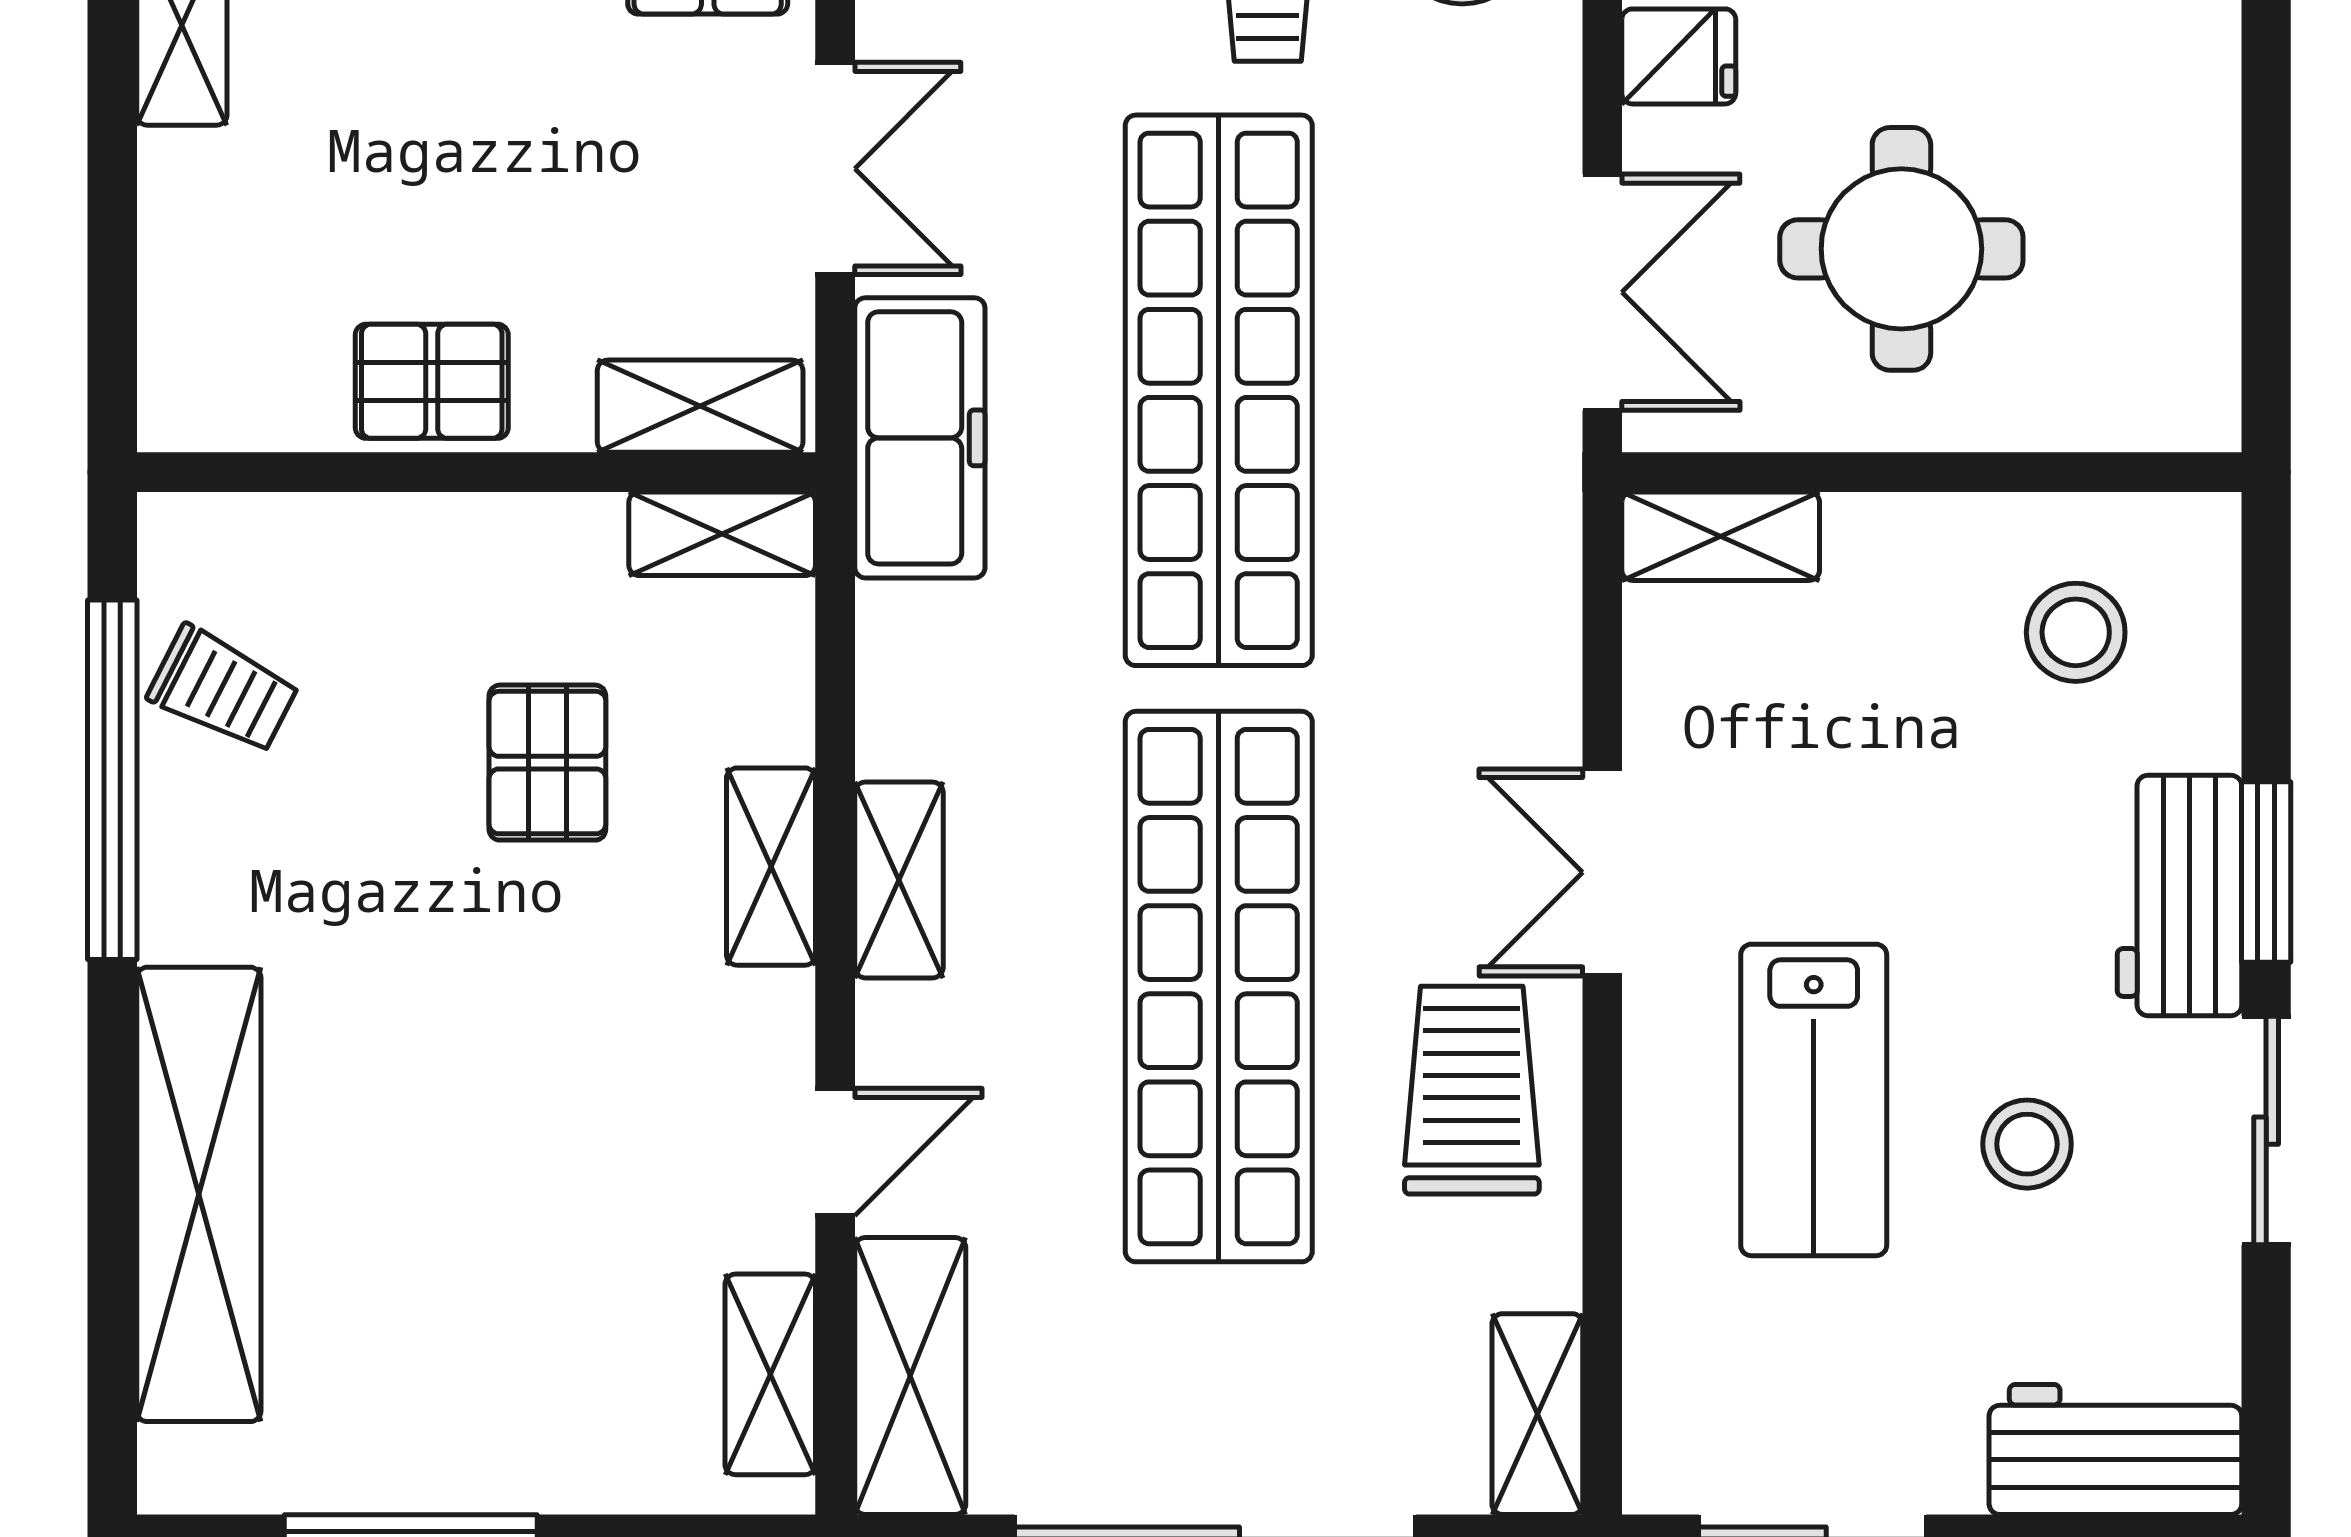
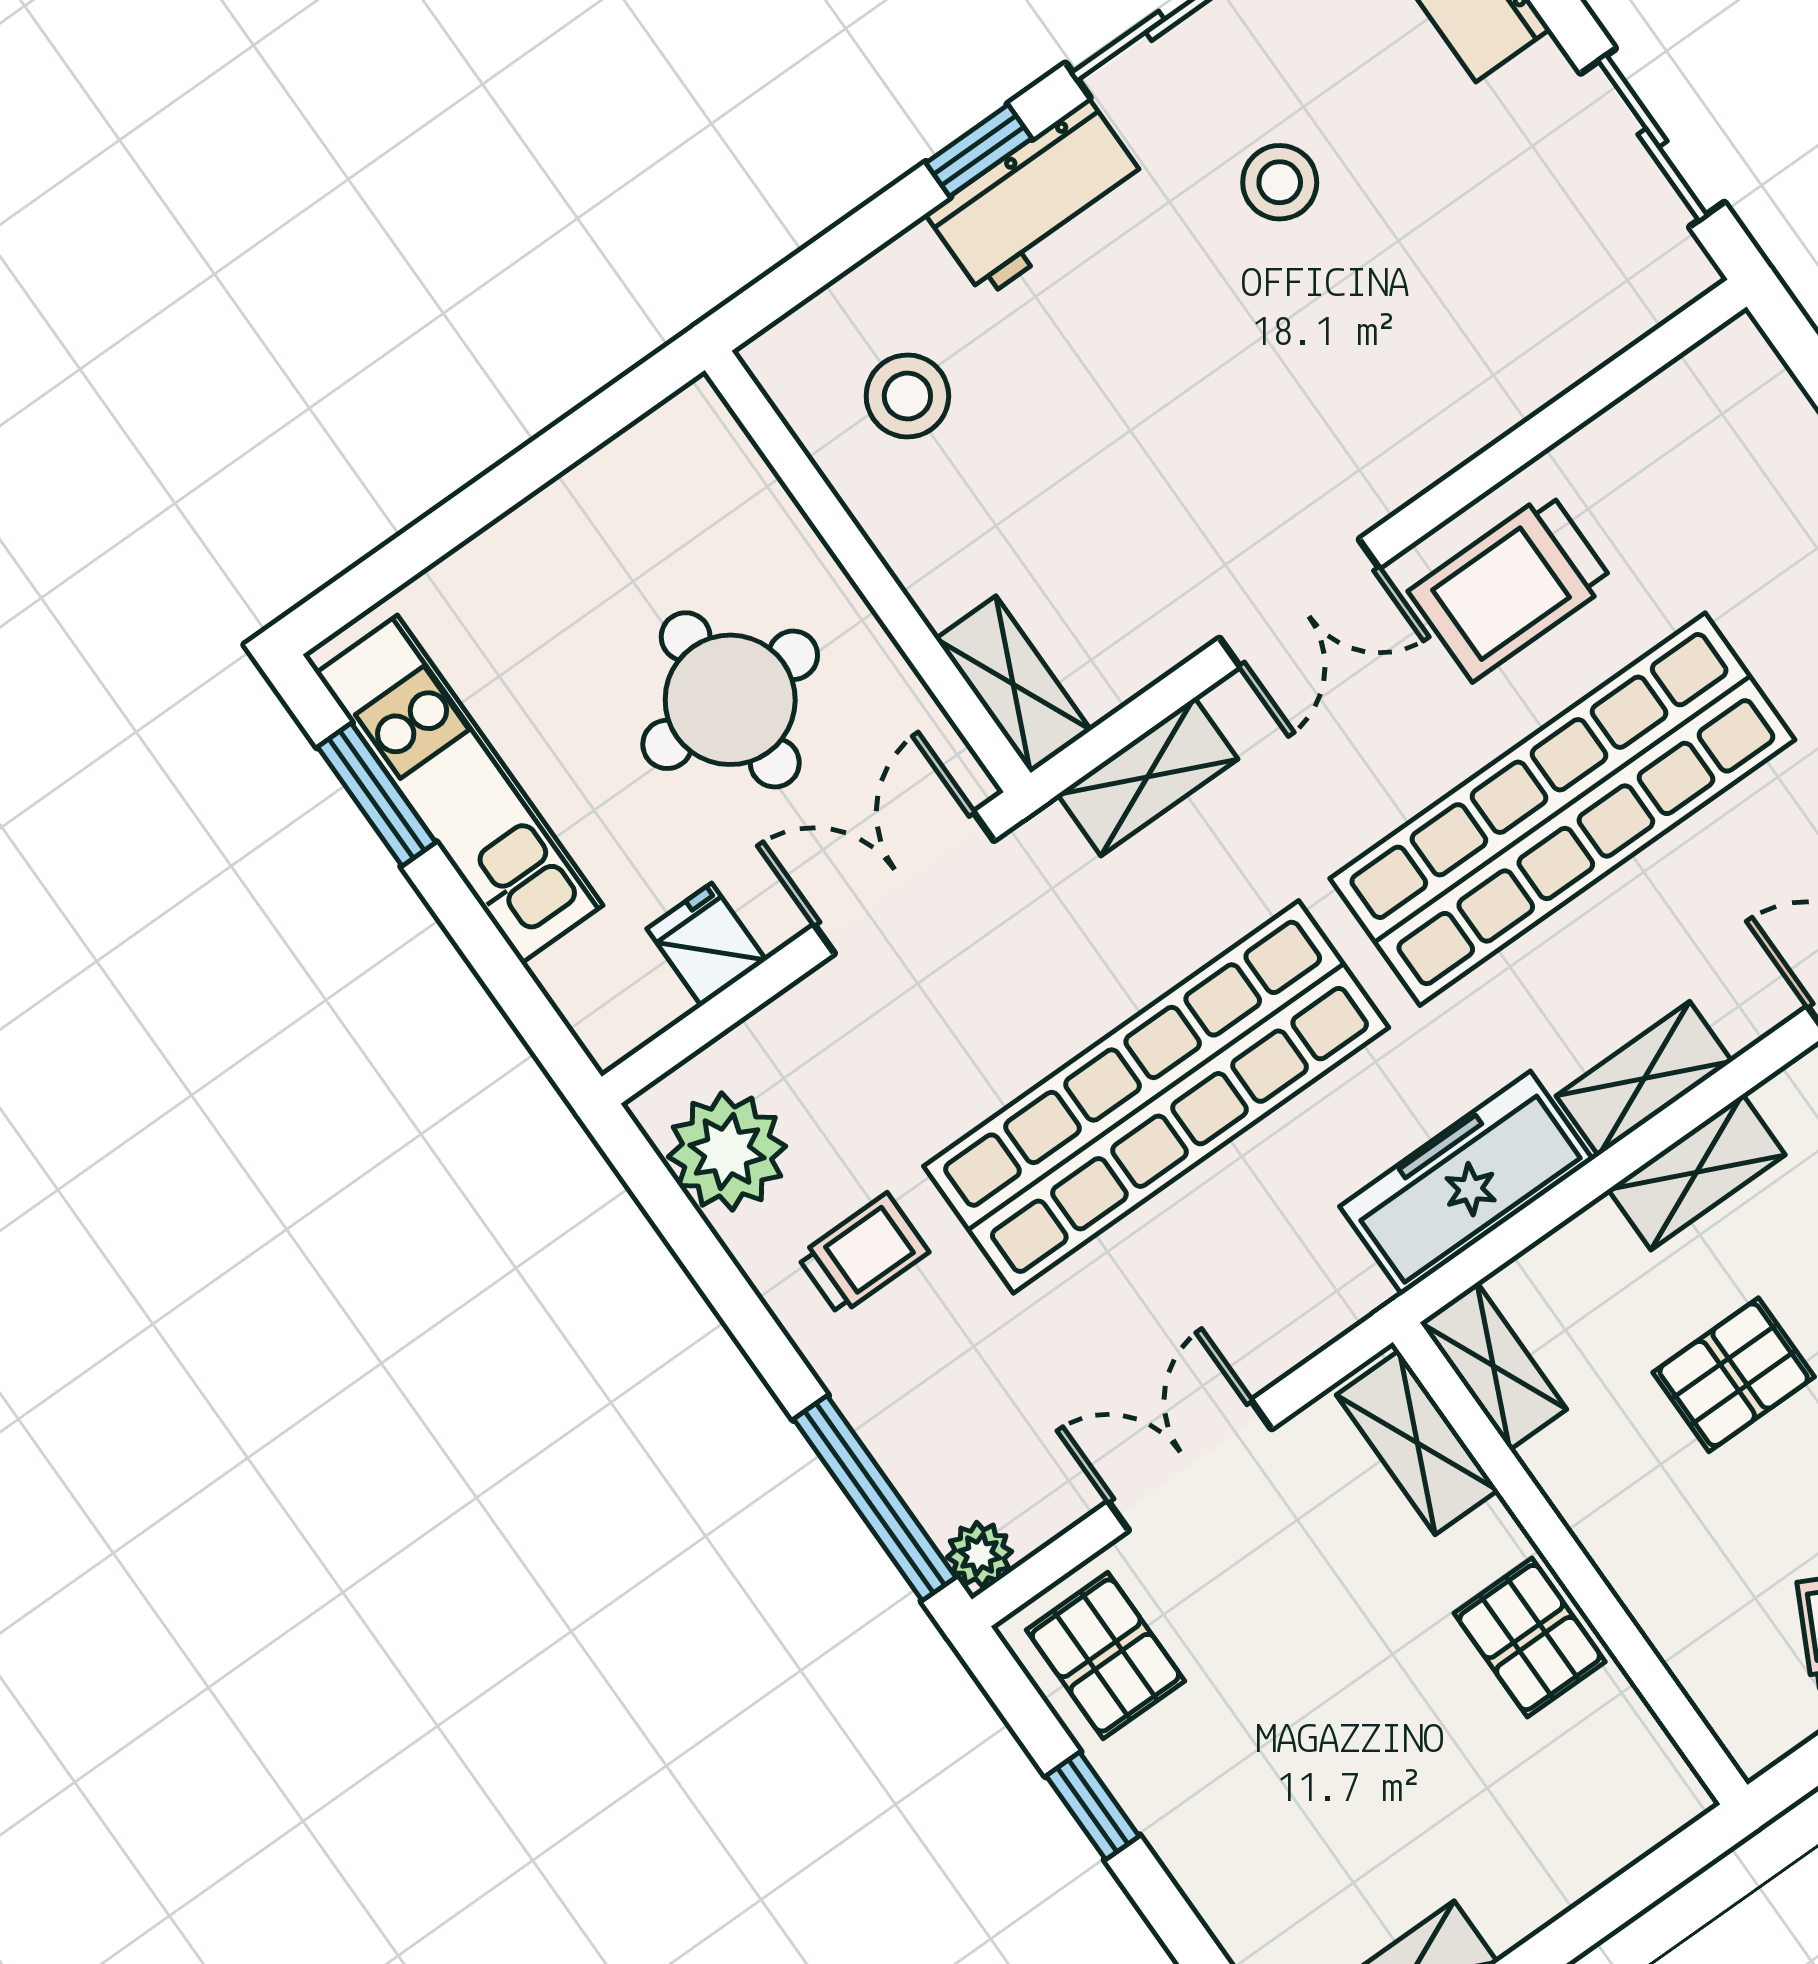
freezer: (920, 438) -> (1466, 1183), moved
window: (2266, 872) -> (979, 151), width x0.67
lab bench: (1814, 1100) -> (1353, 349), removed
shelving: (1537, 1414) -> (1148, 777), moved

